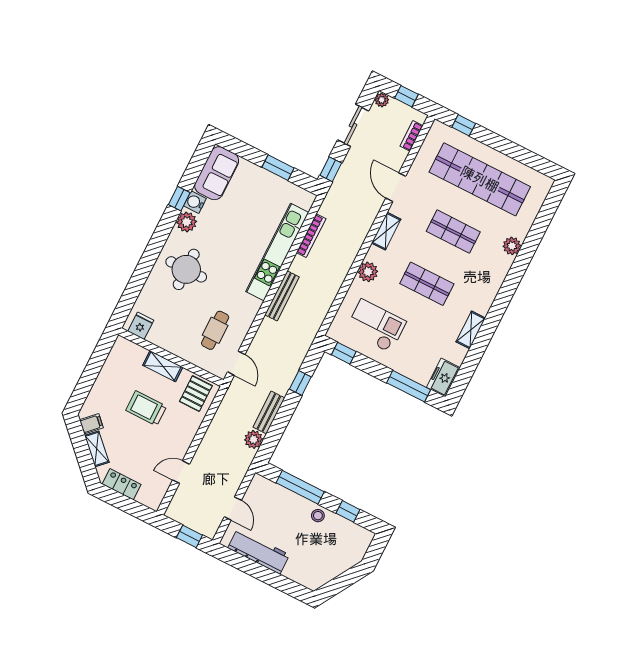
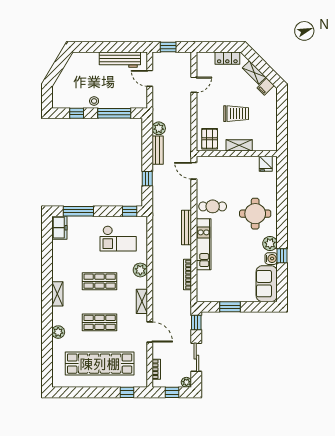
kitchen unit: (277, 252) -> (204, 244), width x0.73
cafe table: (215, 330) -> (213, 206), moved, turned 90
shelving: (471, 330) -> (57, 294), moved

